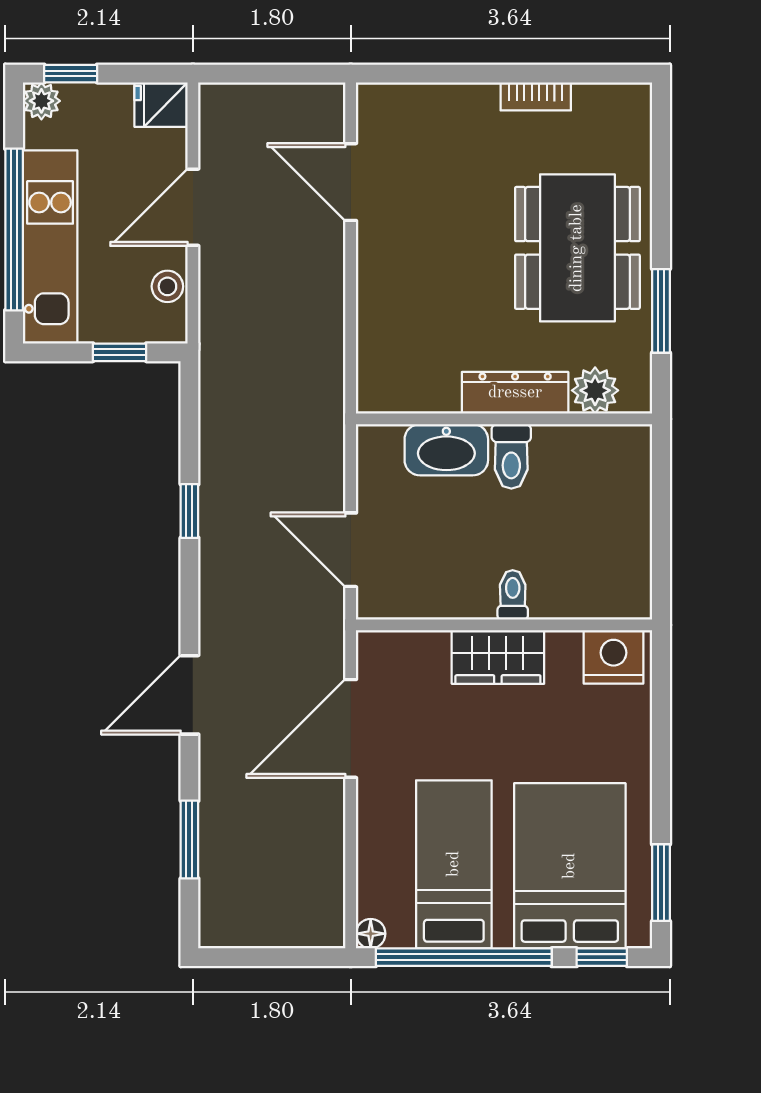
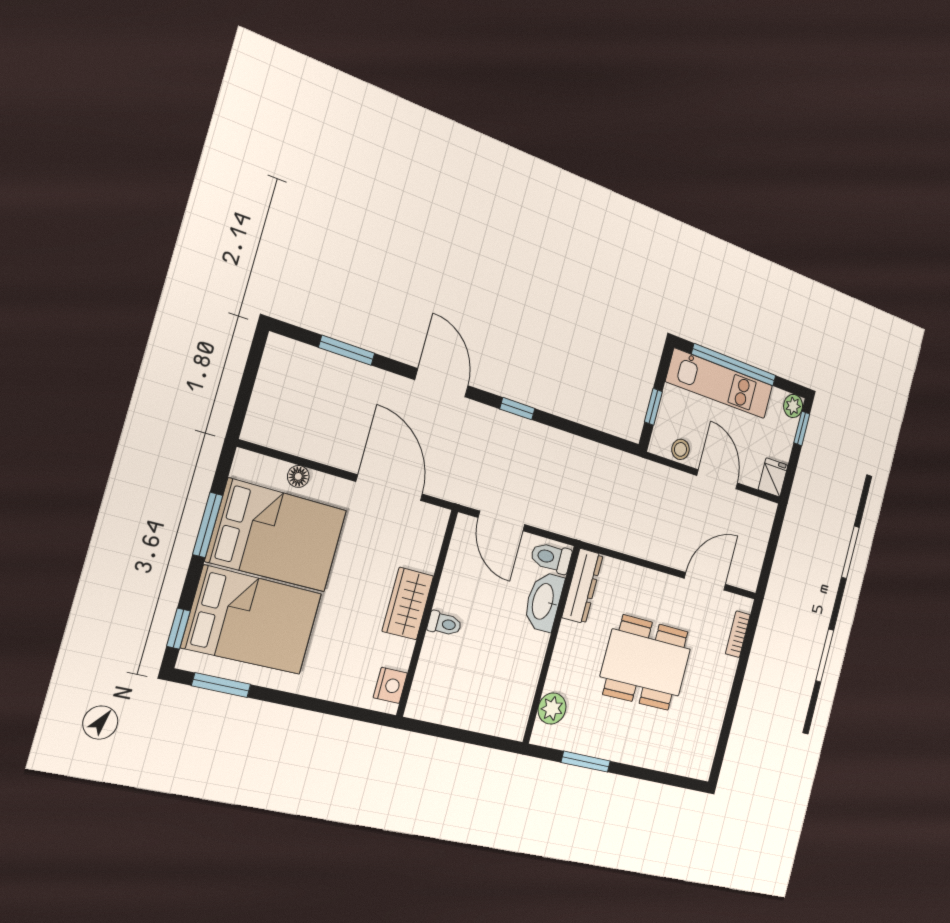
bookcase: (536, 96) -> (738, 634), moved
dining table: (577, 248) -> (646, 663), moved
dresser: (515, 393) -> (583, 586), moved
toilet: (511, 456) -> (551, 558), moved
window: (189, 511) -> (517, 409), moved
door: (351, 550) -> (501, 521), swing flipped
nightstand: (614, 657) -> (390, 685), width x0.74, depth x0.75
bed: (454, 864) -> (277, 536), width x1.50
floor lamp: (371, 934) -> (298, 476), moved
window: (464, 957) -> (208, 525), width x0.47

